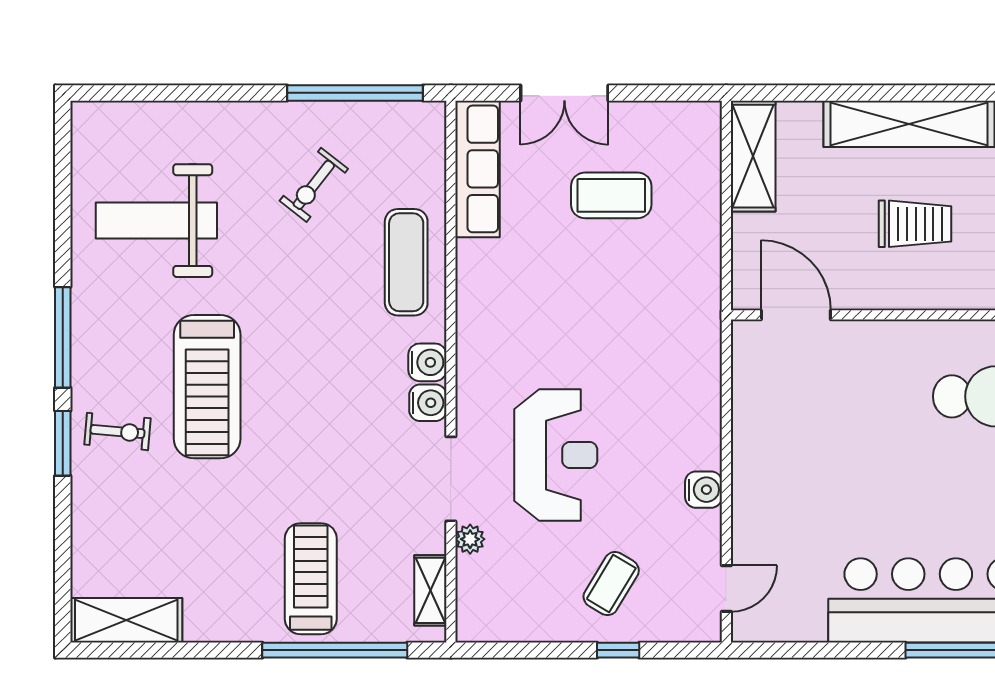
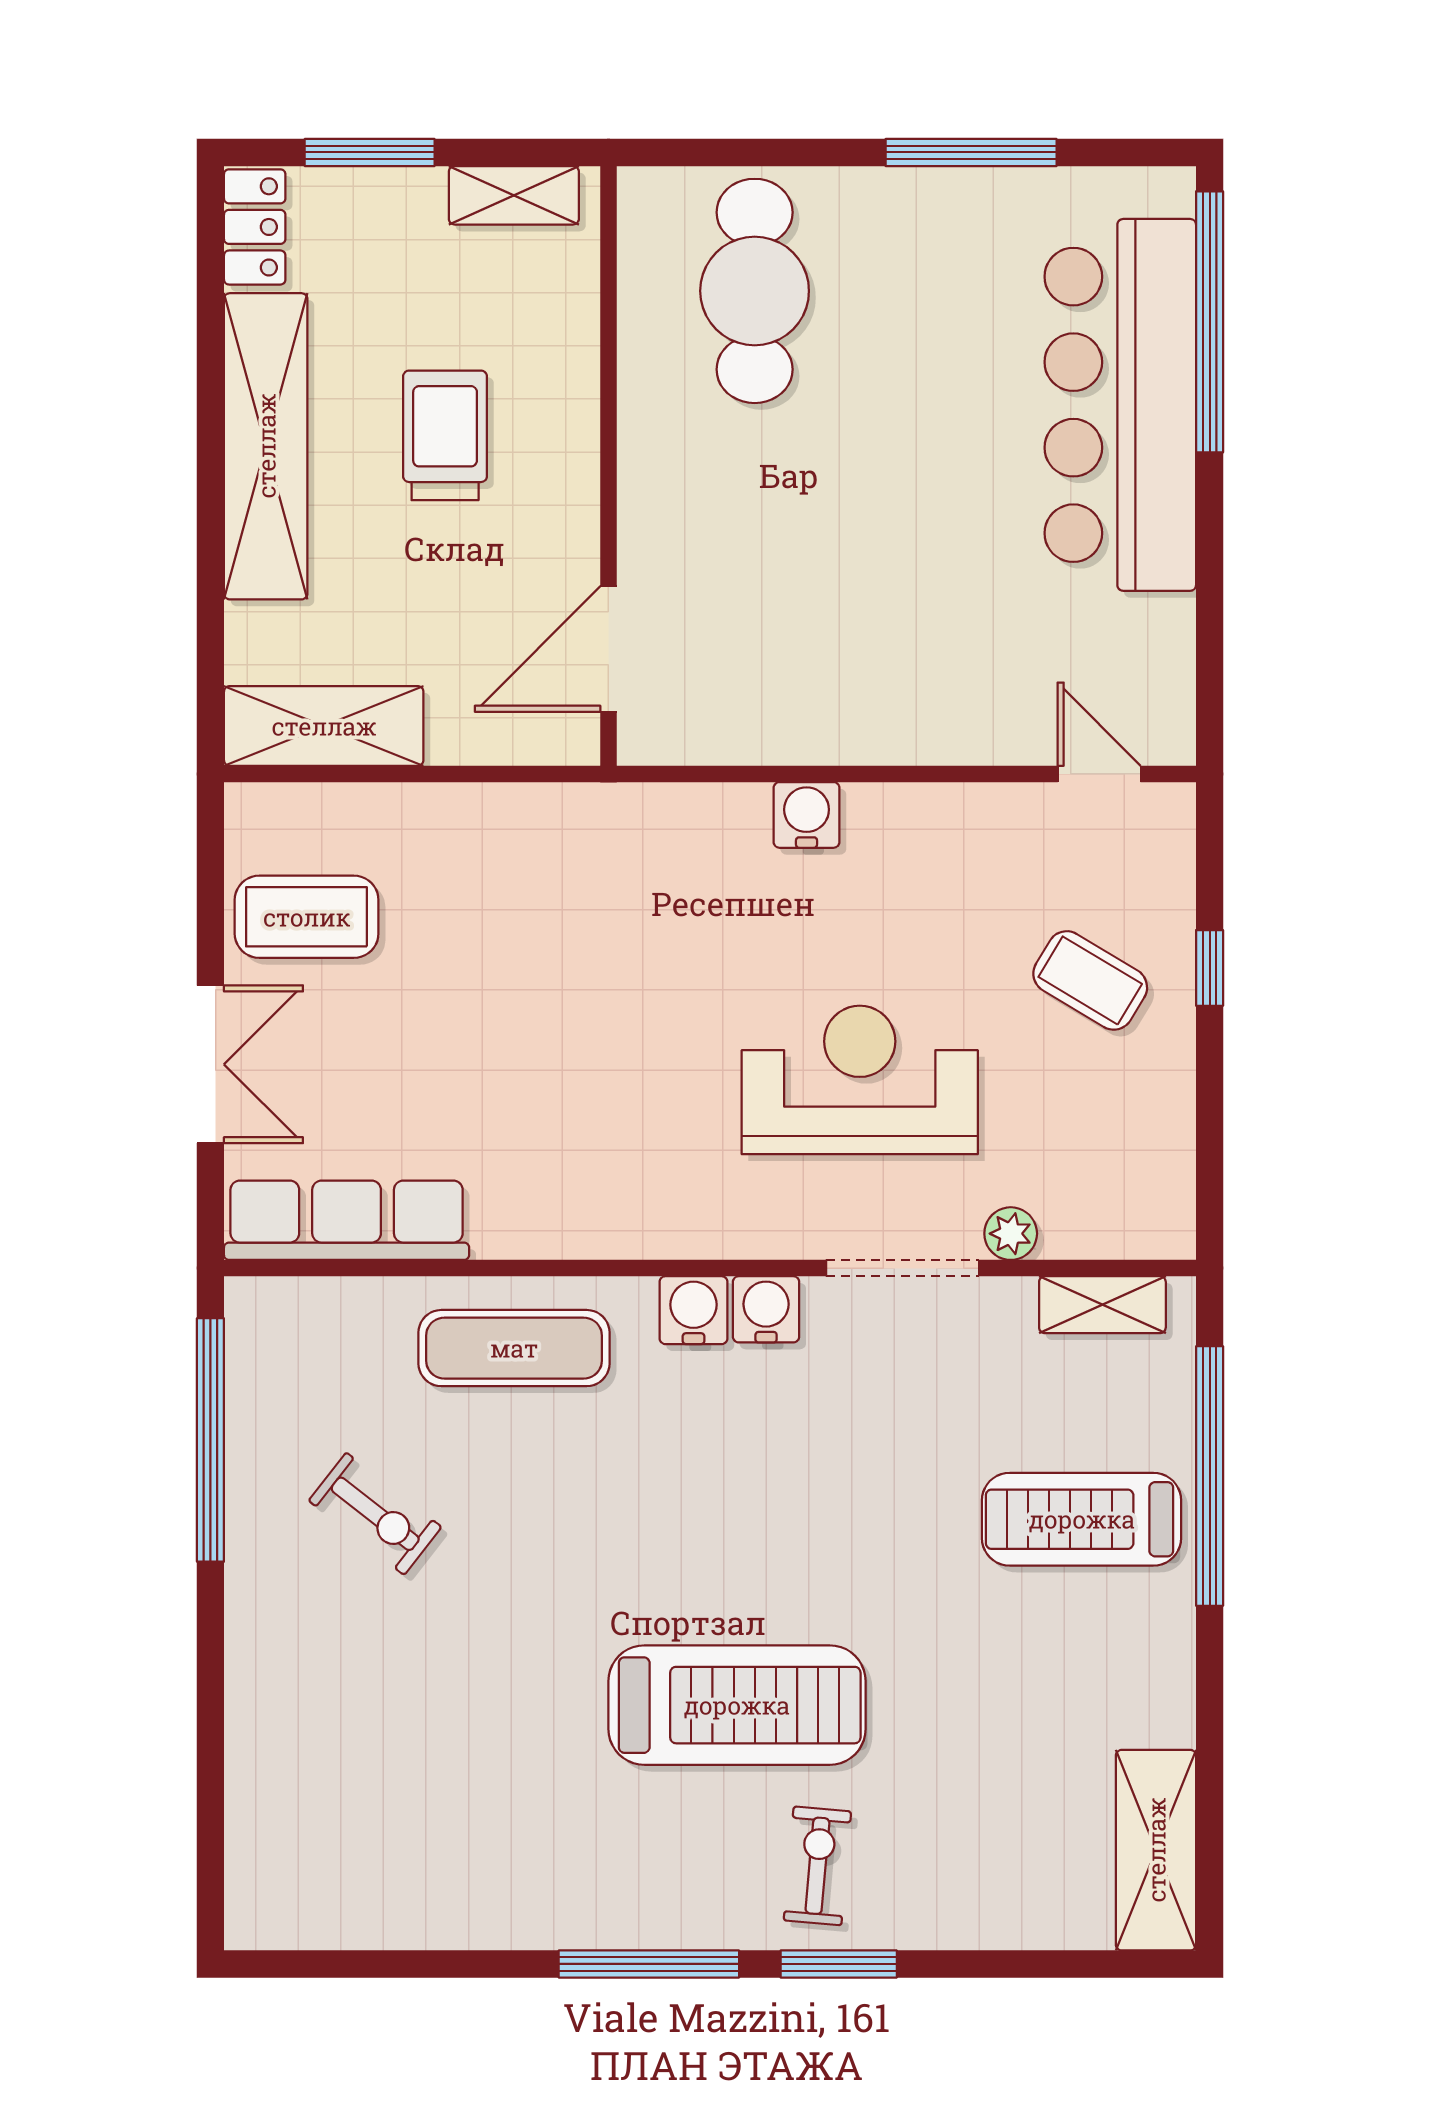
coffee table: (611, 195) -> (307, 917), moved, turned 90
weight bench: (156, 221) -> (439, 1796), removed
water cooler: (703, 490) -> (807, 815), moved

